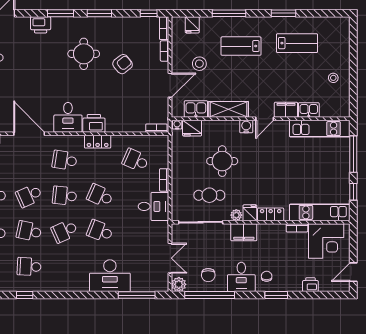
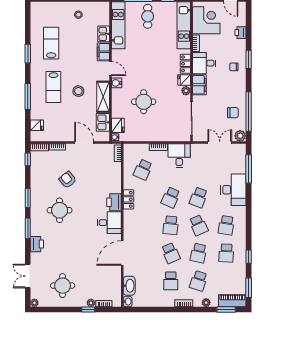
stool: (199, 64) -> (78, 91), moved
school desk: (65, 160) -> (226, 225), moved
cafe table: (209, 195) -> (148, 16), moved
desk: (241, 277) -> (204, 63), moved, turned 180

